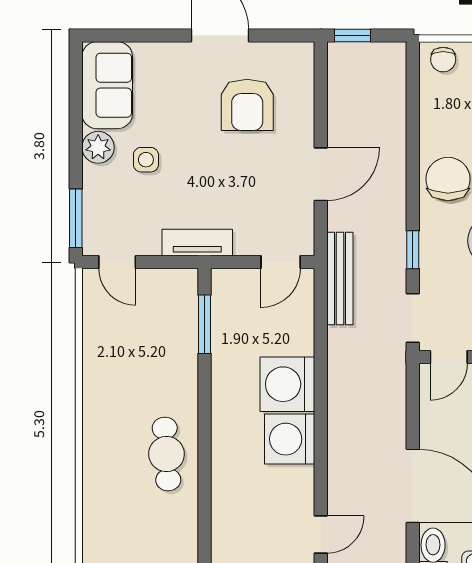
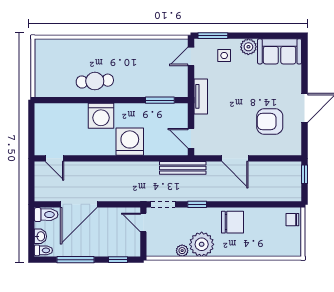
side table: (146, 160) -> (224, 55), moved
washing machine: (290, 439) -> (101, 116), moved, turned 180

